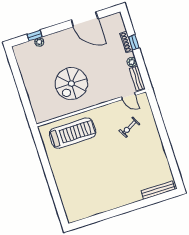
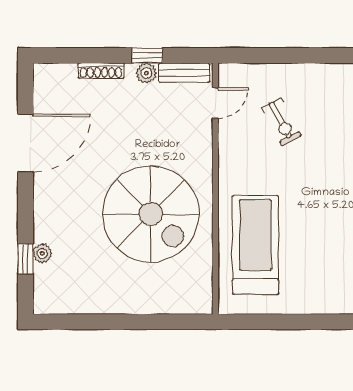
window: (134, 42) -> (148, 55), moved
spiral stairs: (71, 83) -> (151, 214), width x1.37, depth x1.37

